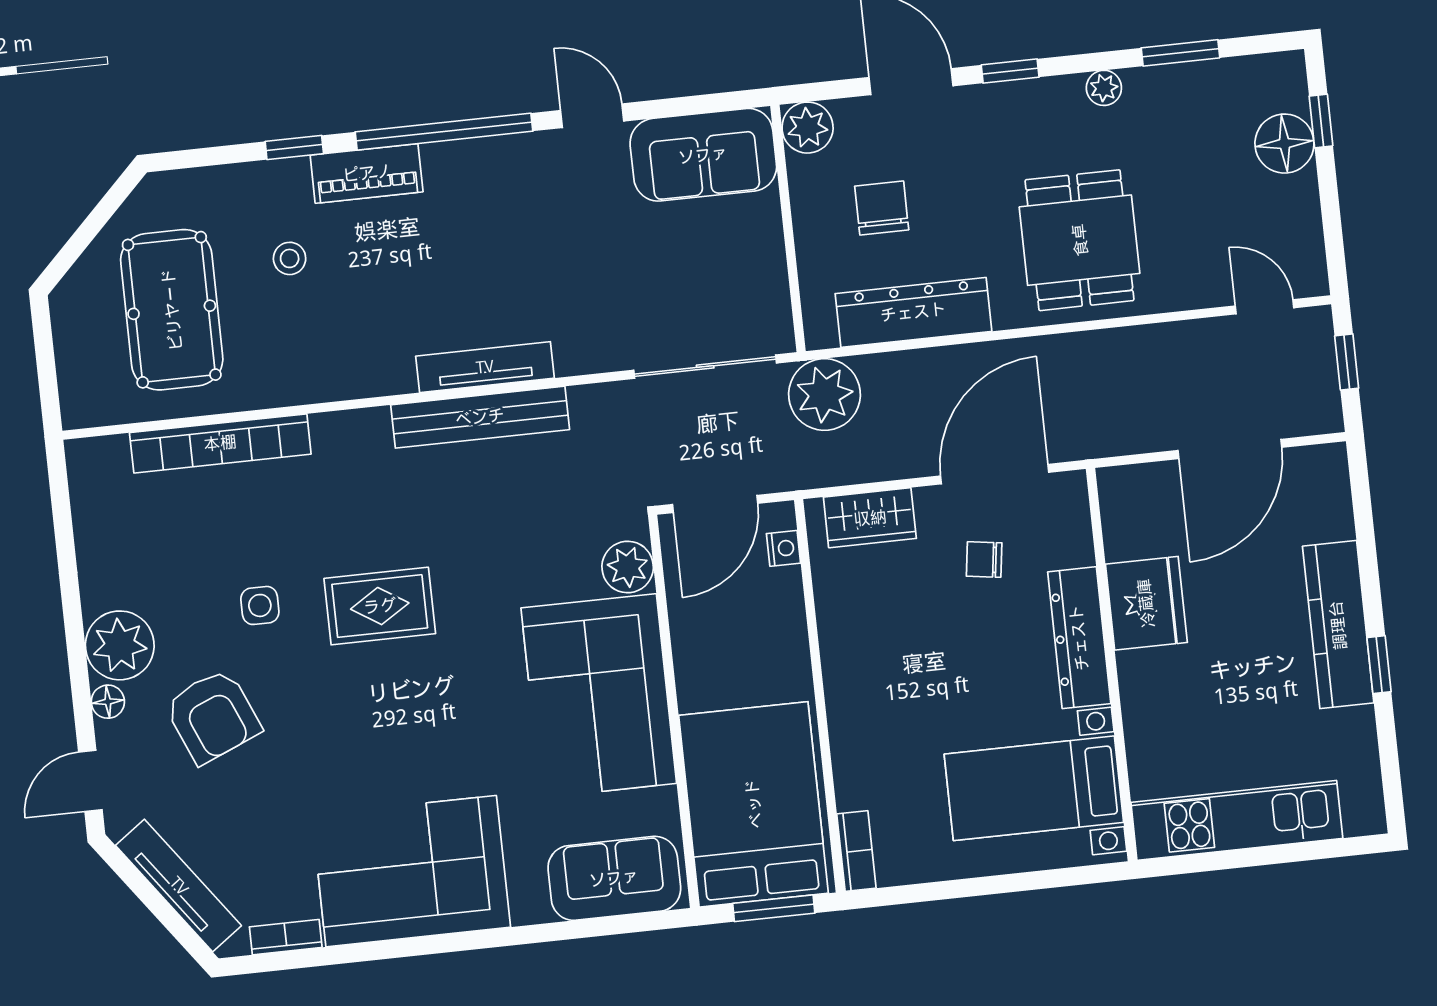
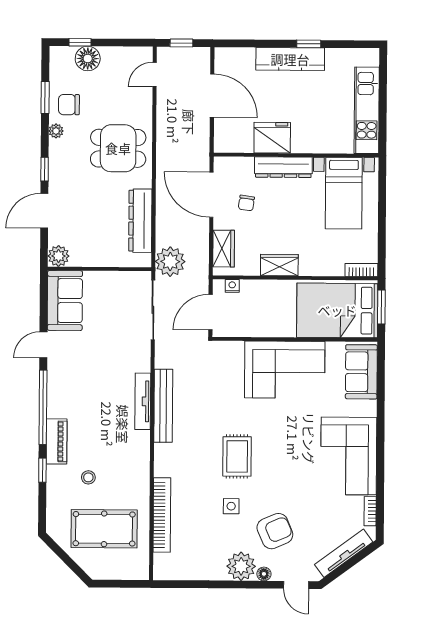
chair: (882, 208) -> (69, 105), moved
door: (715, 504) -> (211, 312), swing flipped
plant: (628, 567) -> (233, 352), removed
wardrobe: (846, 655) -> (279, 265), added

